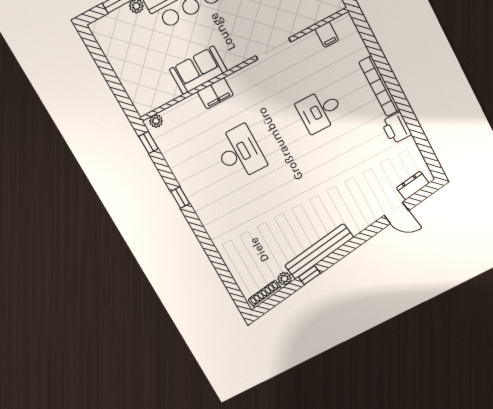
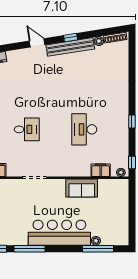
filing cabinet: (215, 93) -> (101, 170), moved
door: (396, 213) -> (37, 43), moved
window: (309, 275) -> (71, 37), moved

